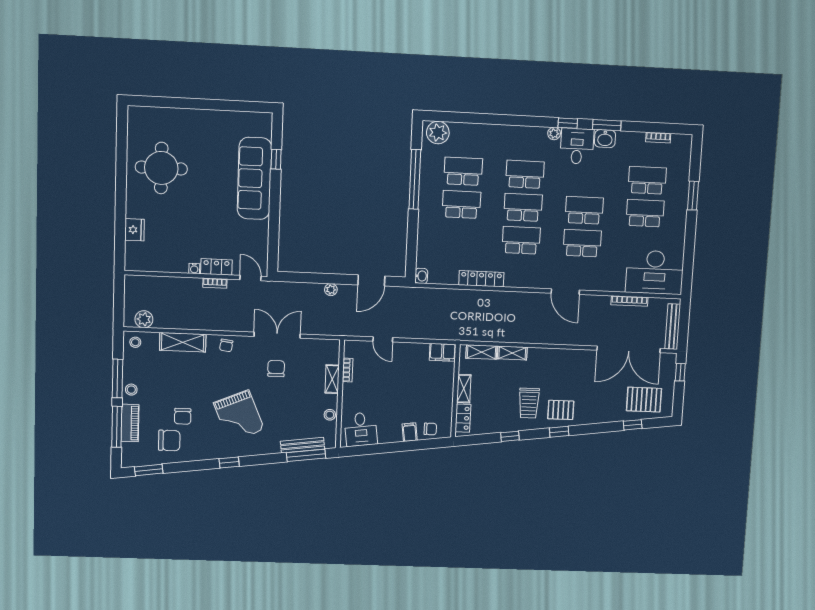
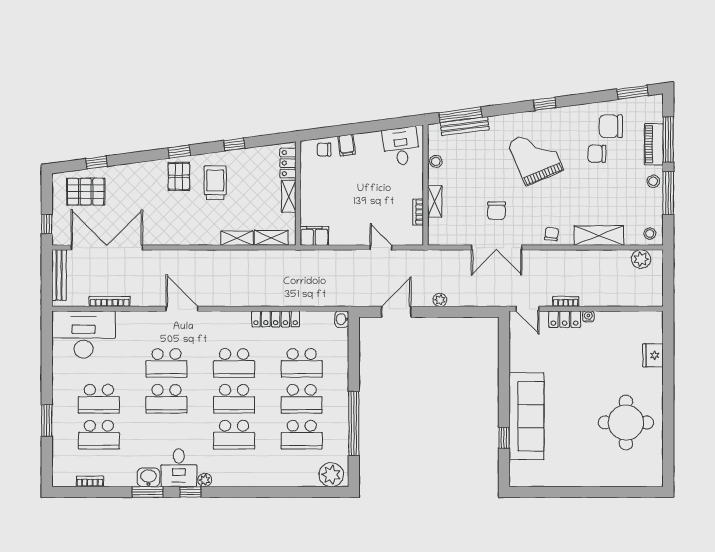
school desk: (460, 238) -> (302, 363), added
pallet: (561, 410) -> (179, 176), turned 90
chair: (183, 416) -> (597, 154), turned -89

